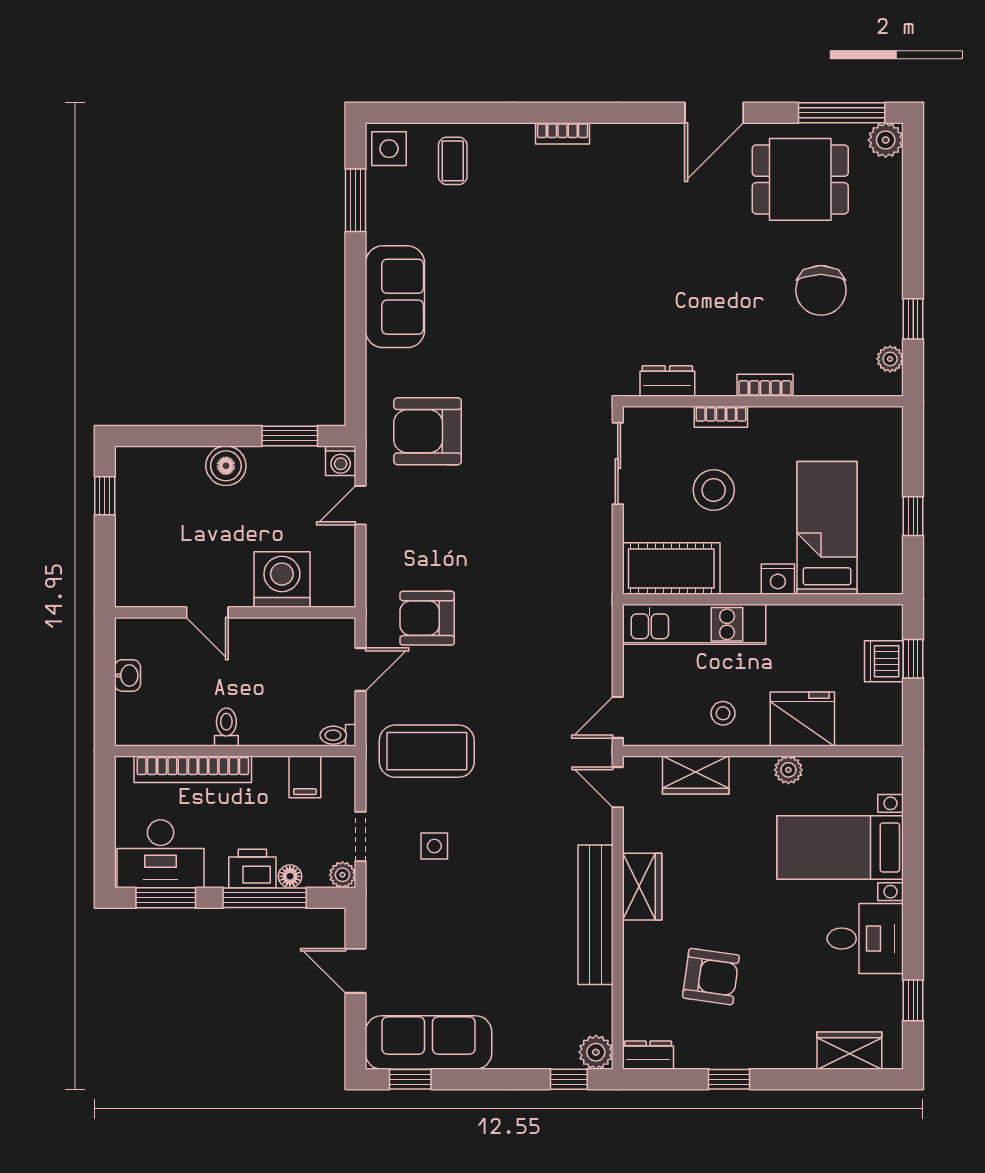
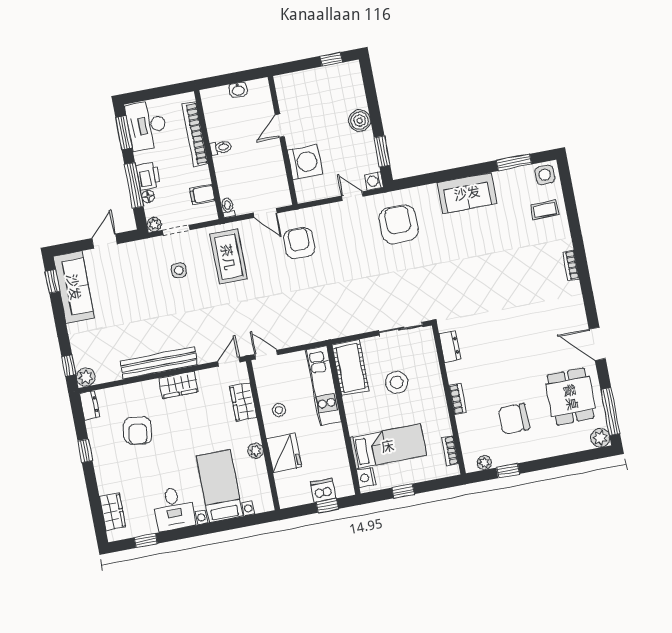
bookcase: (721, 417) -> (450, 451), moved
nightstand: (778, 579) -> (366, 478), moved

